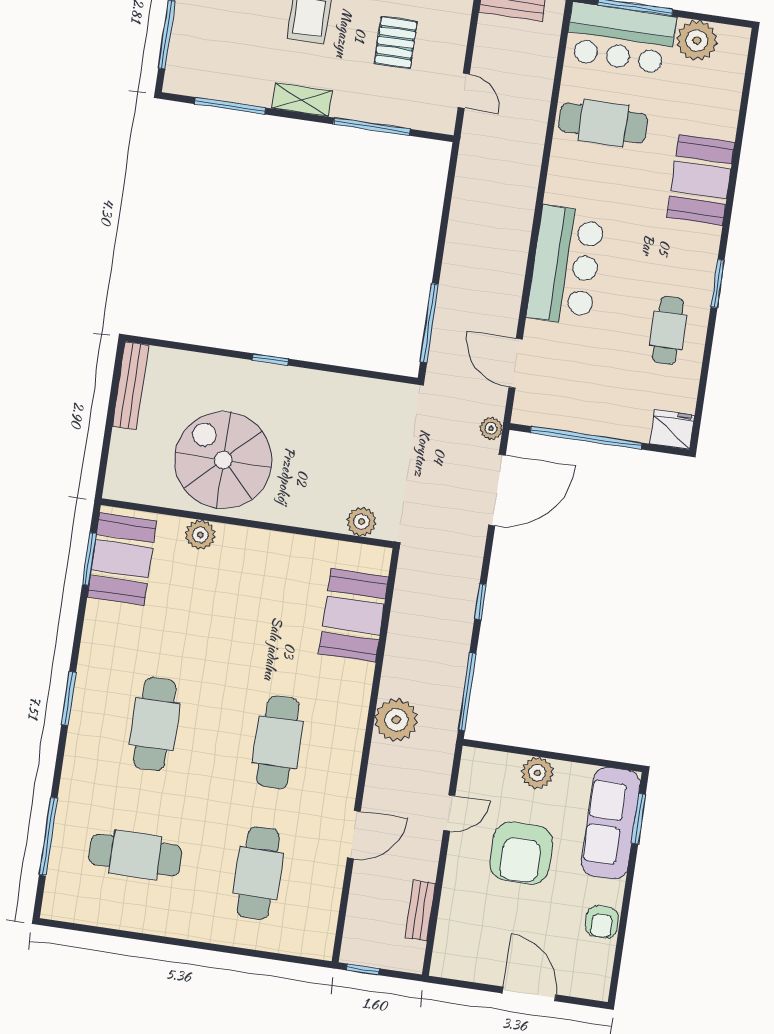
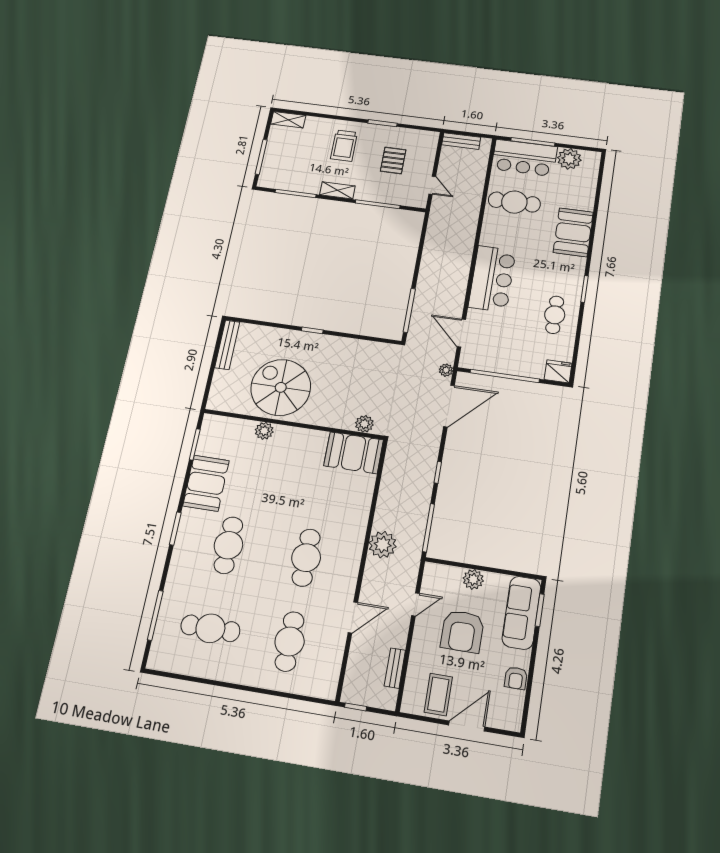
booth: (122, 559) -> (206, 483), moved
booth: (354, 615) -> (354, 453), moved, turned 90
coffee table: (486, 949) -> (438, 695), added
door: (529, 994) -> (467, 726), hinge flipped

